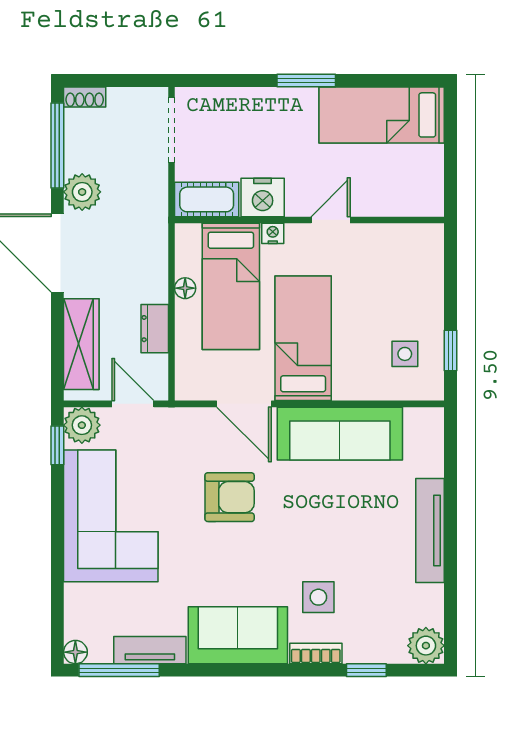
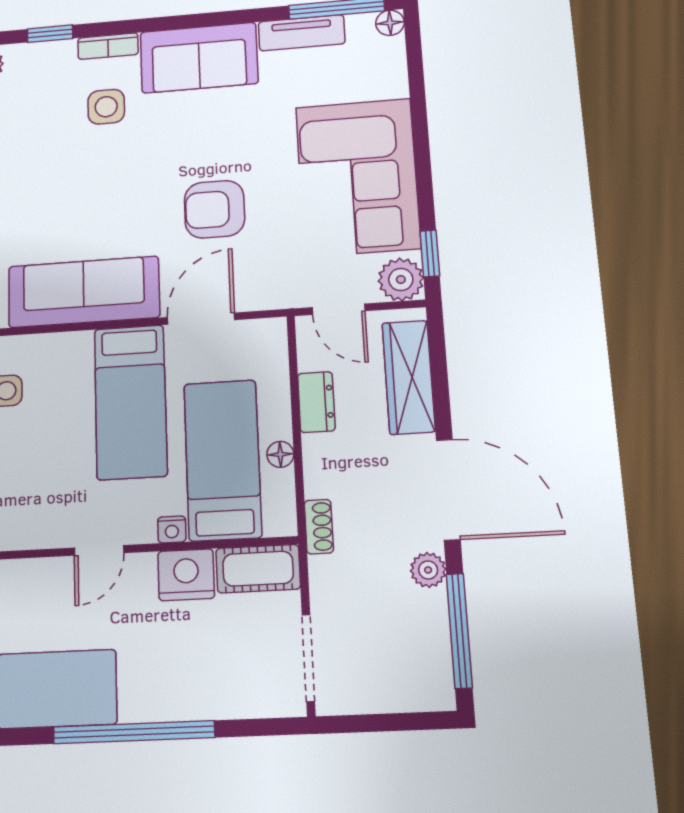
window: (306, 80) -> (134, 732), width x2.11
shoe rack: (85, 97) -> (319, 527), moved, turned 90
plant: (82, 192) -> (428, 570), width x0.73, depth x0.73
door: (244, 404) -> (201, 319), hinge flipped

